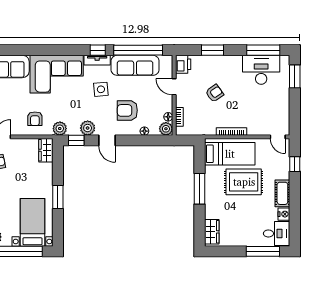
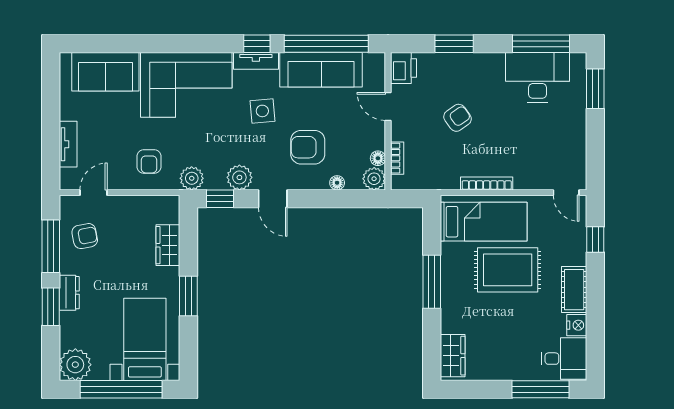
wardrobe: (46, 150) -> (168, 245), moved

